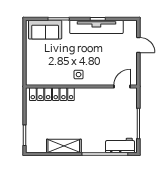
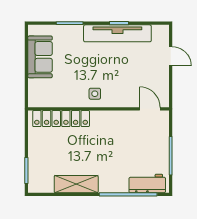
sofa: (45, 30) -> (40, 57), moved, turned -90
door: (122, 86) -> (150, 109), hinge flipped

